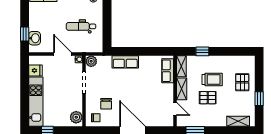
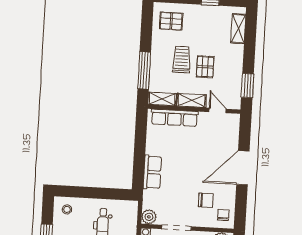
window: (202, 51) -> (144, 70), width x2.17
row of seats: (168, 71) -> (174, 118), width x1.48
pallet: (242, 82) -> (171, 21), moved
door: (175, 109) -> (218, 110), hinge flipped

